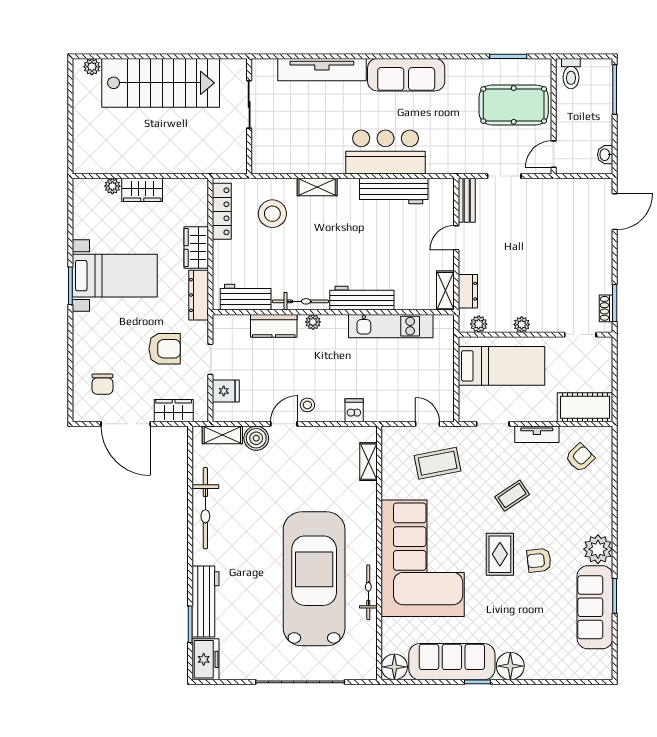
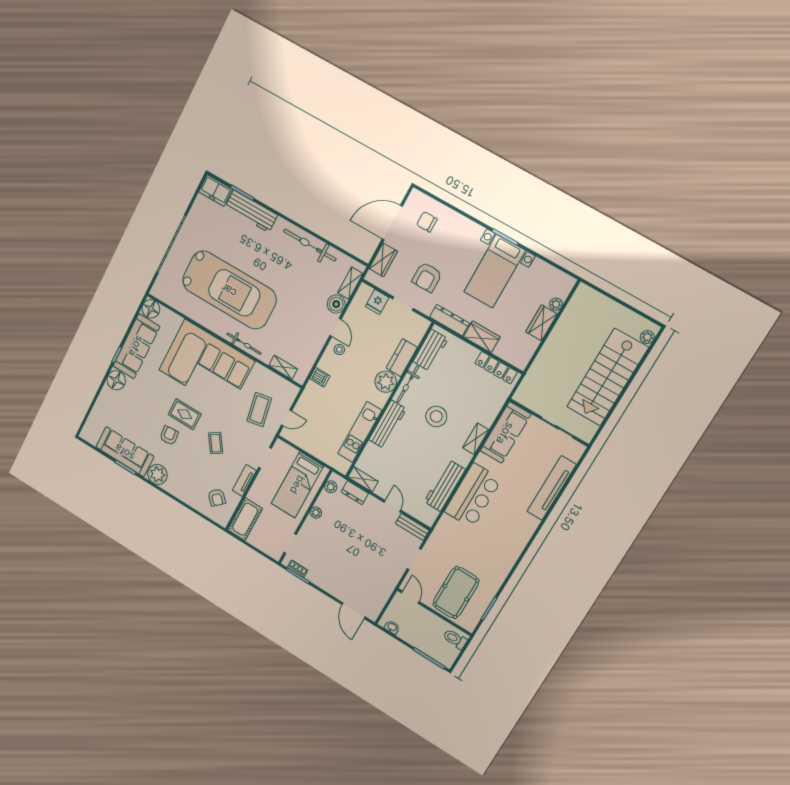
sofa: (406, 75) -> (505, 433), moved, turned 180
stool: (272, 214) -> (436, 416), moved
plant: (313, 322) -> (386, 382), width x1.88, depth x1.88
bicycle: (368, 592) -> (244, 344), moved

